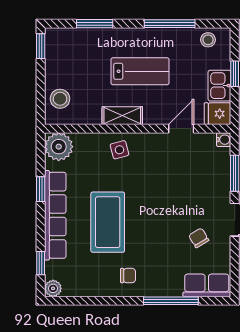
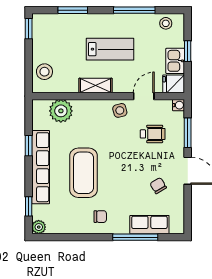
plant: (59, 147) -> (61, 111), moved
side table: (119, 150) -> (120, 110), moved
wheelchair: (192, 175) -> (153, 134), added
row of seats: (207, 285) -> (149, 225), moved

